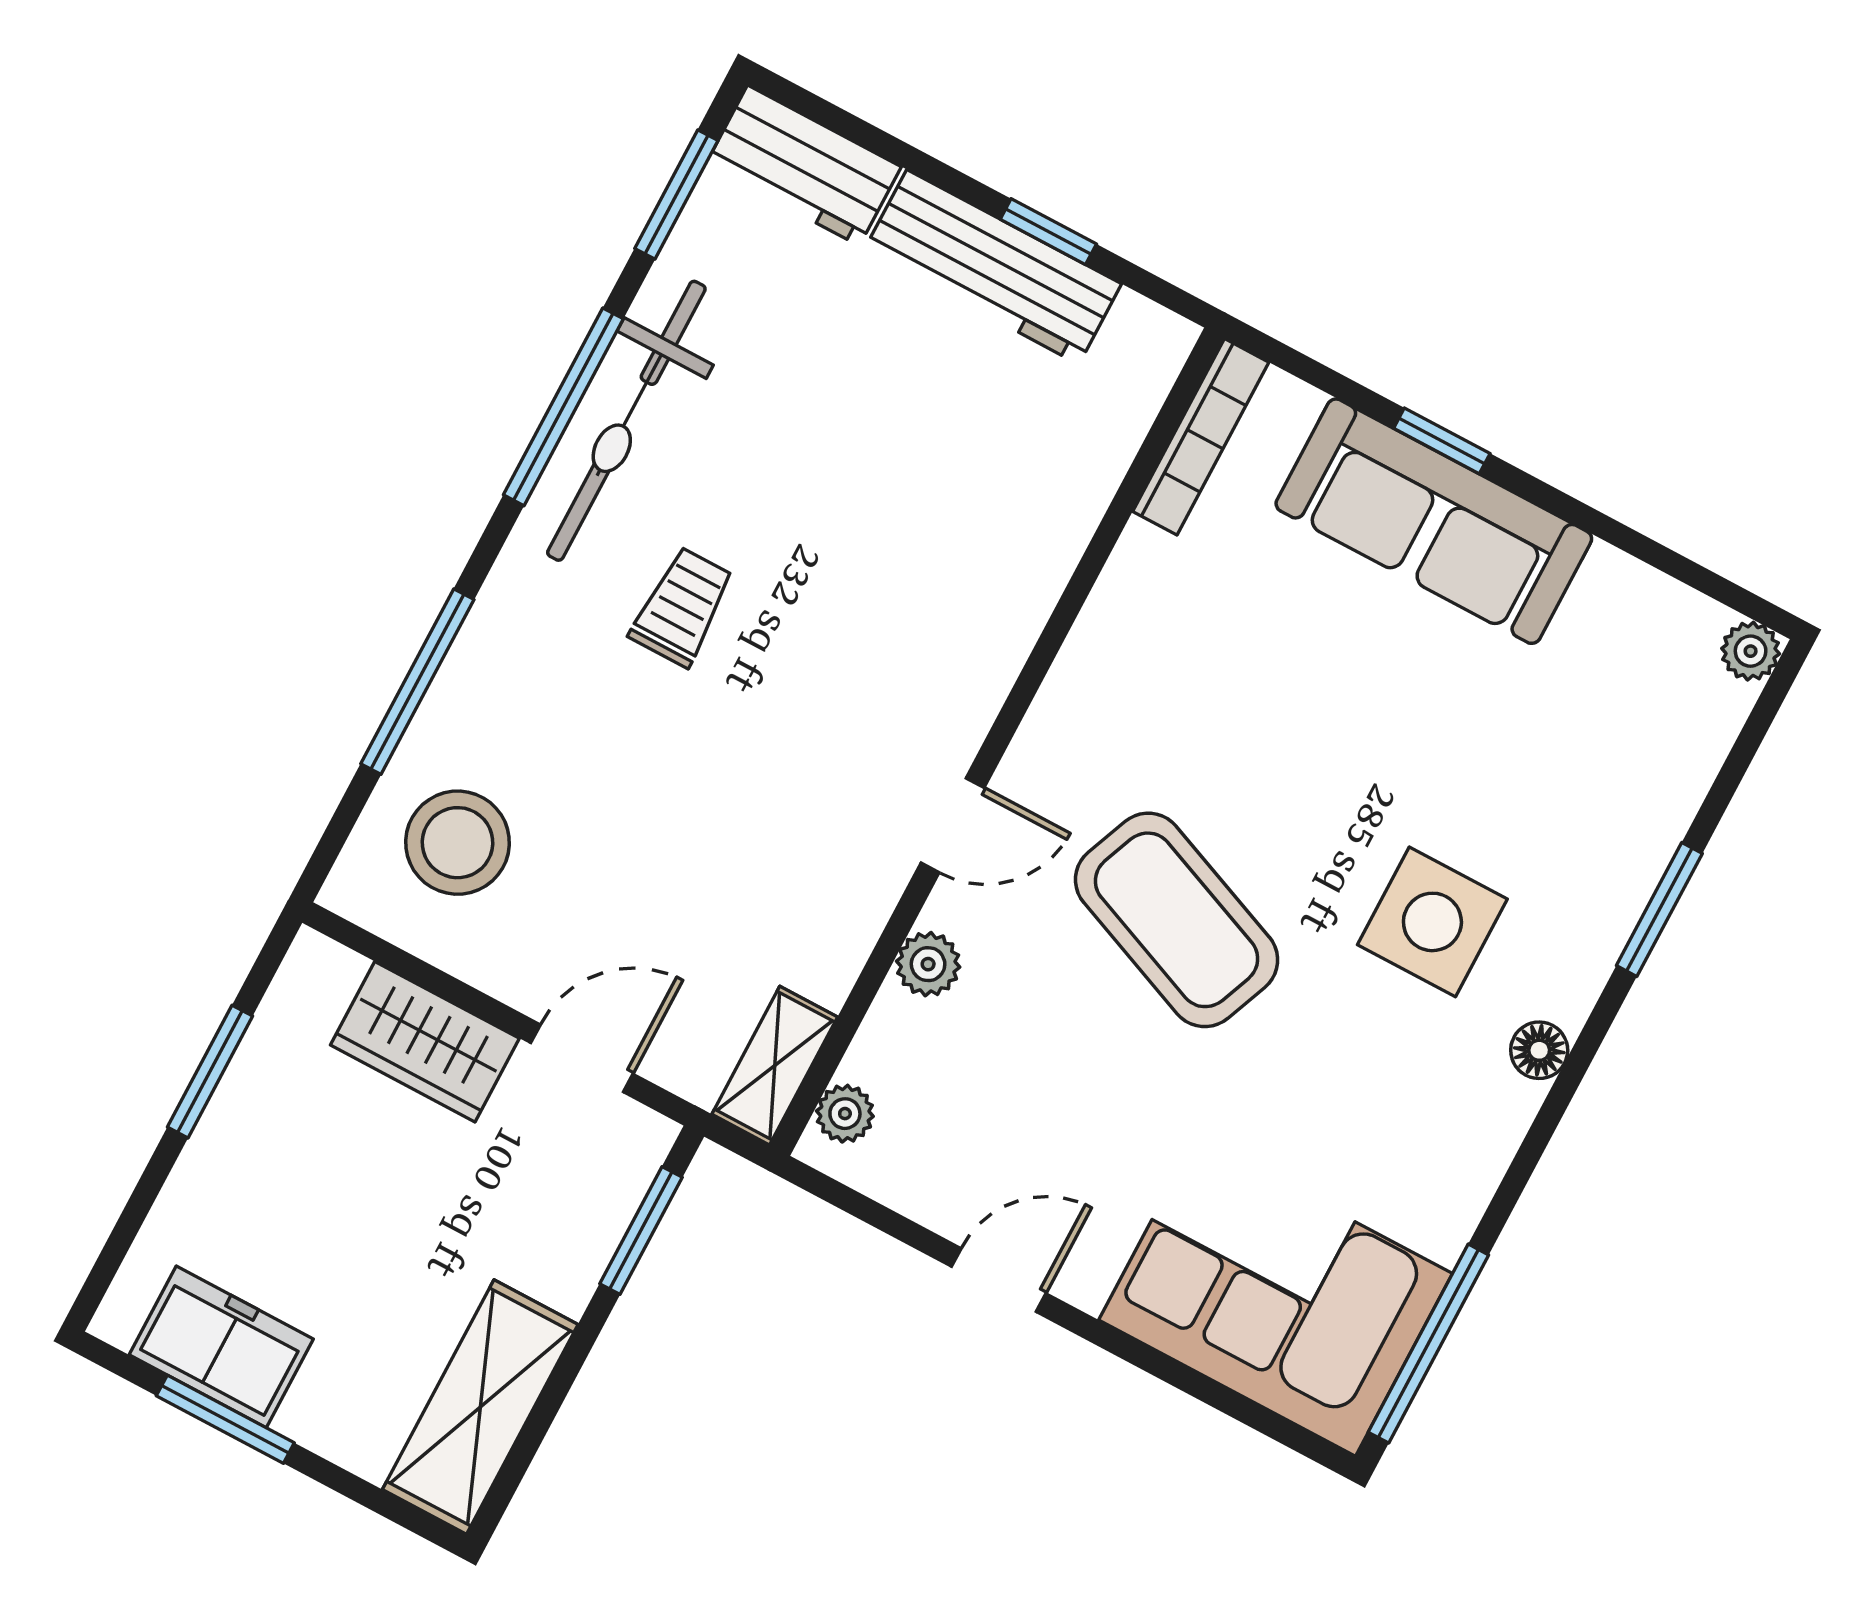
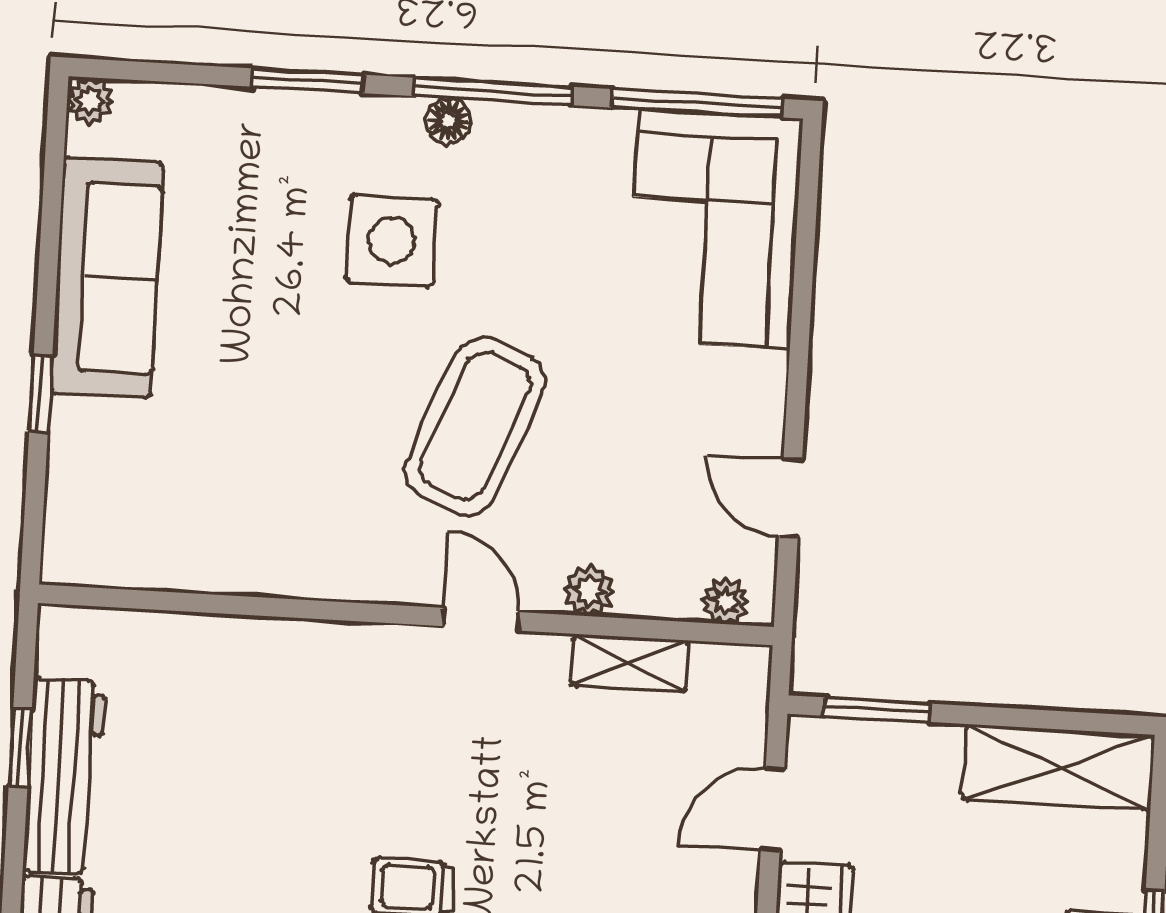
bookcase: (1201, 437) -> (118, 569), removed
sofa: (1434, 521) -> (107, 278), moved
door: (582, 1058) -> (773, 810), hinge flipped
shelving: (775, 1066) -> (630, 663), moved
window: (1549, 1117) -> (494, 91), added
door: (999, 1280) -> (791, 498), moved

